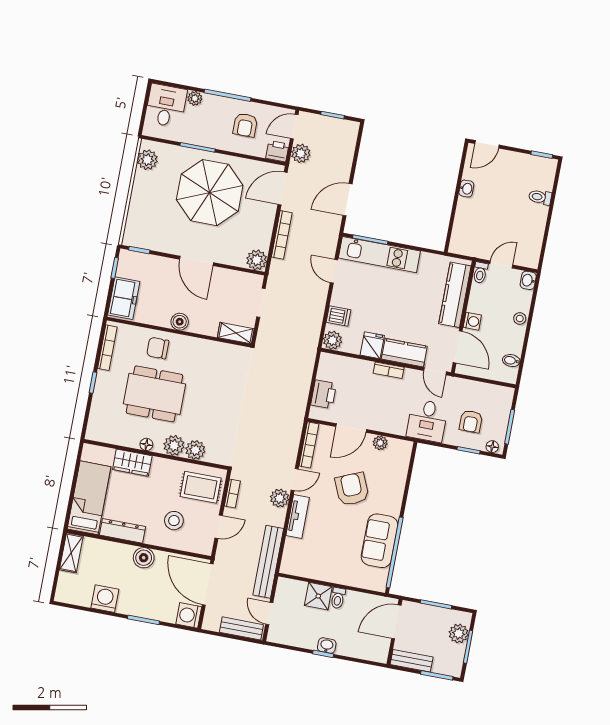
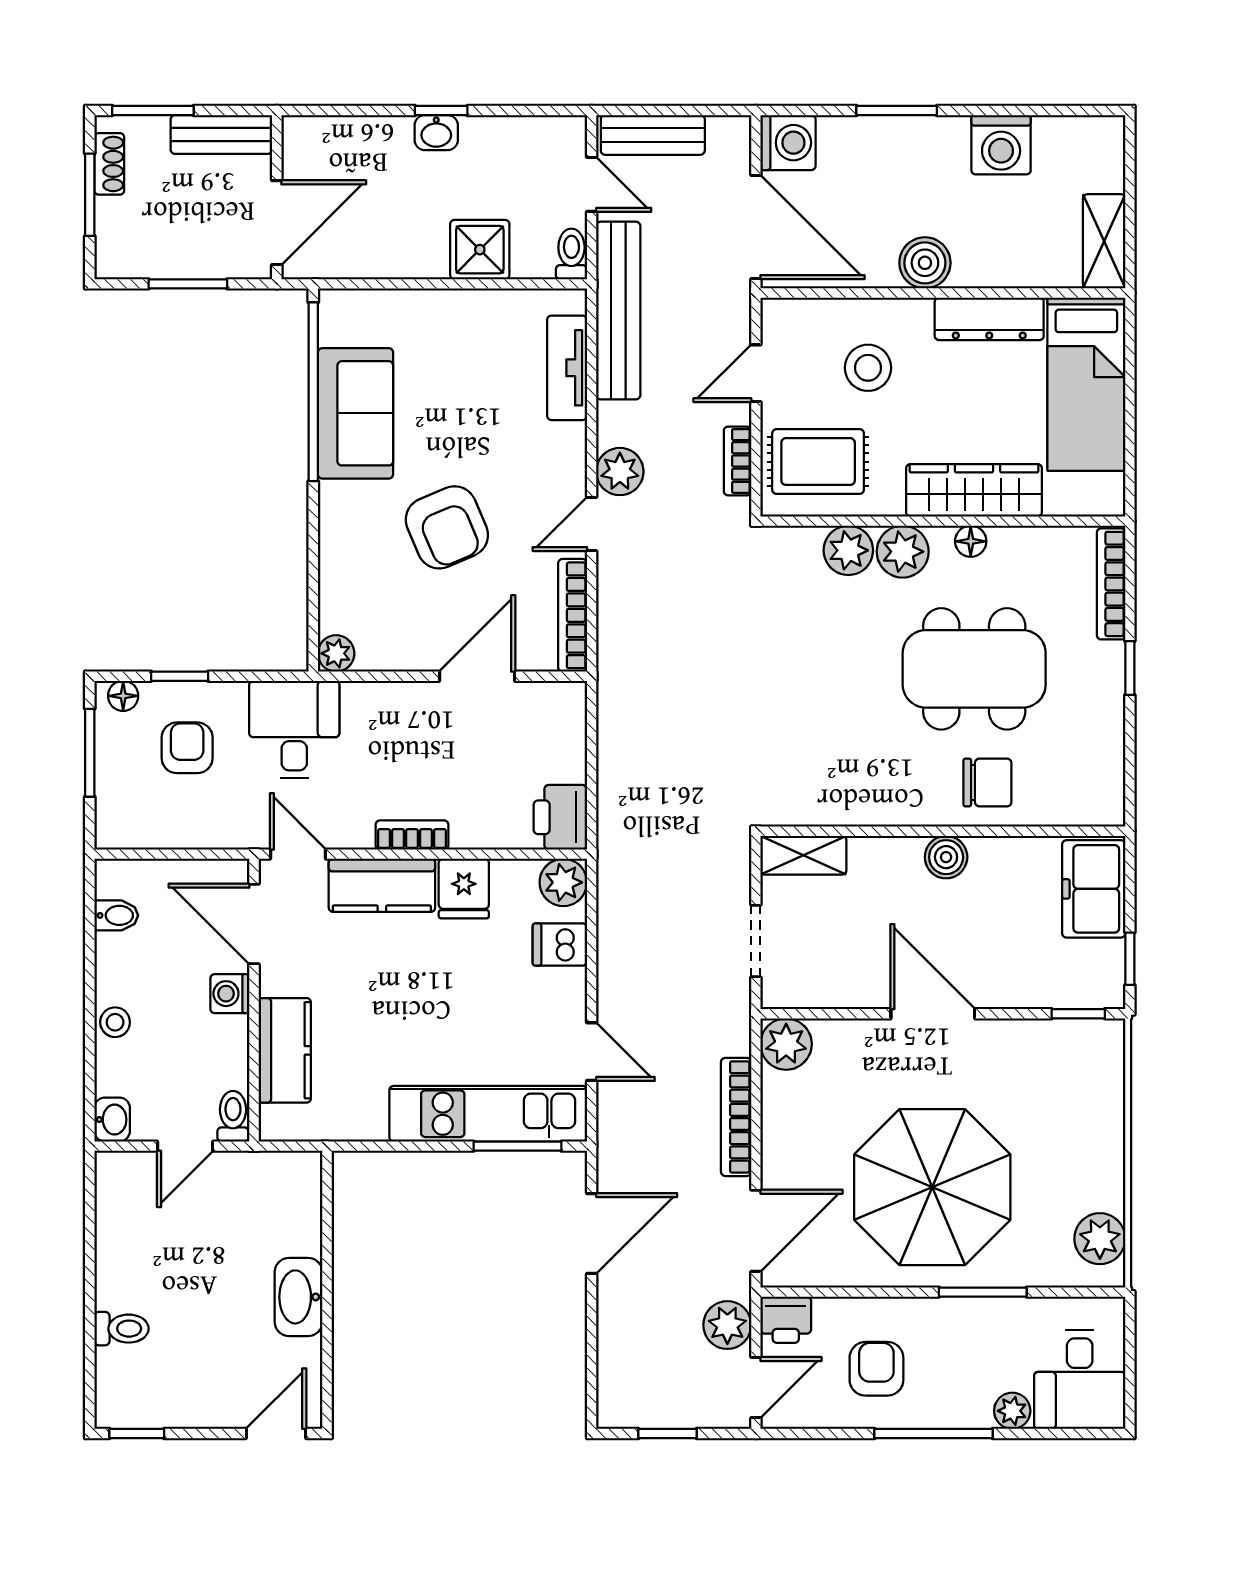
washbasin: (466, 189) -> (299, 1297), width x1.91, depth x1.45
kitchen counter: (455, 295) -> (285, 1050), width x0.67
bookcase: (107, 348) -> (1111, 584), moved
printer: (324, 394) -> (560, 817), moved
plant: (380, 443) -> (336, 653), moved
wardrobe: (132, 463) -> (974, 490), width x1.50
tv unit: (298, 517) -> (567, 368), moved
toilet: (338, 598) -> (571, 254), moved
plant: (459, 634) -> (119, 223), removed
shoe rack: (458, 658) -> (109, 164), added

